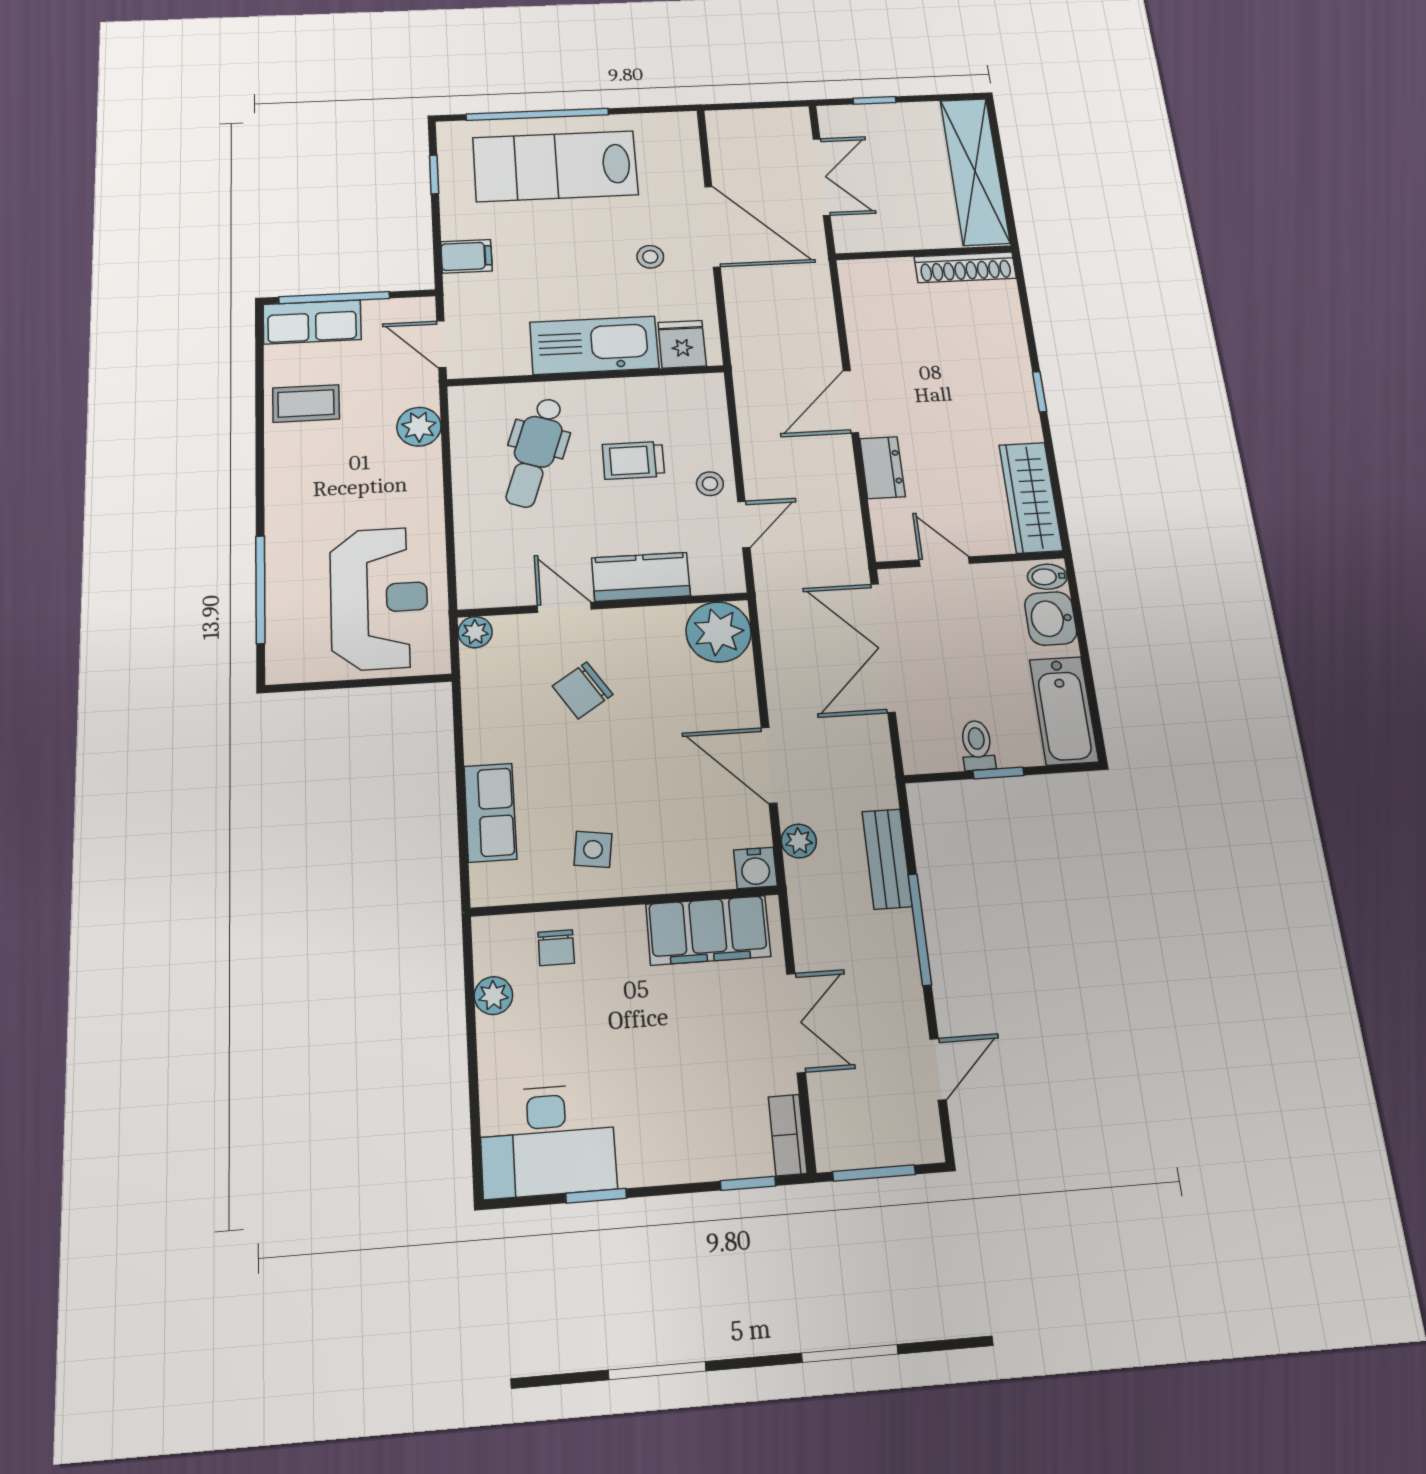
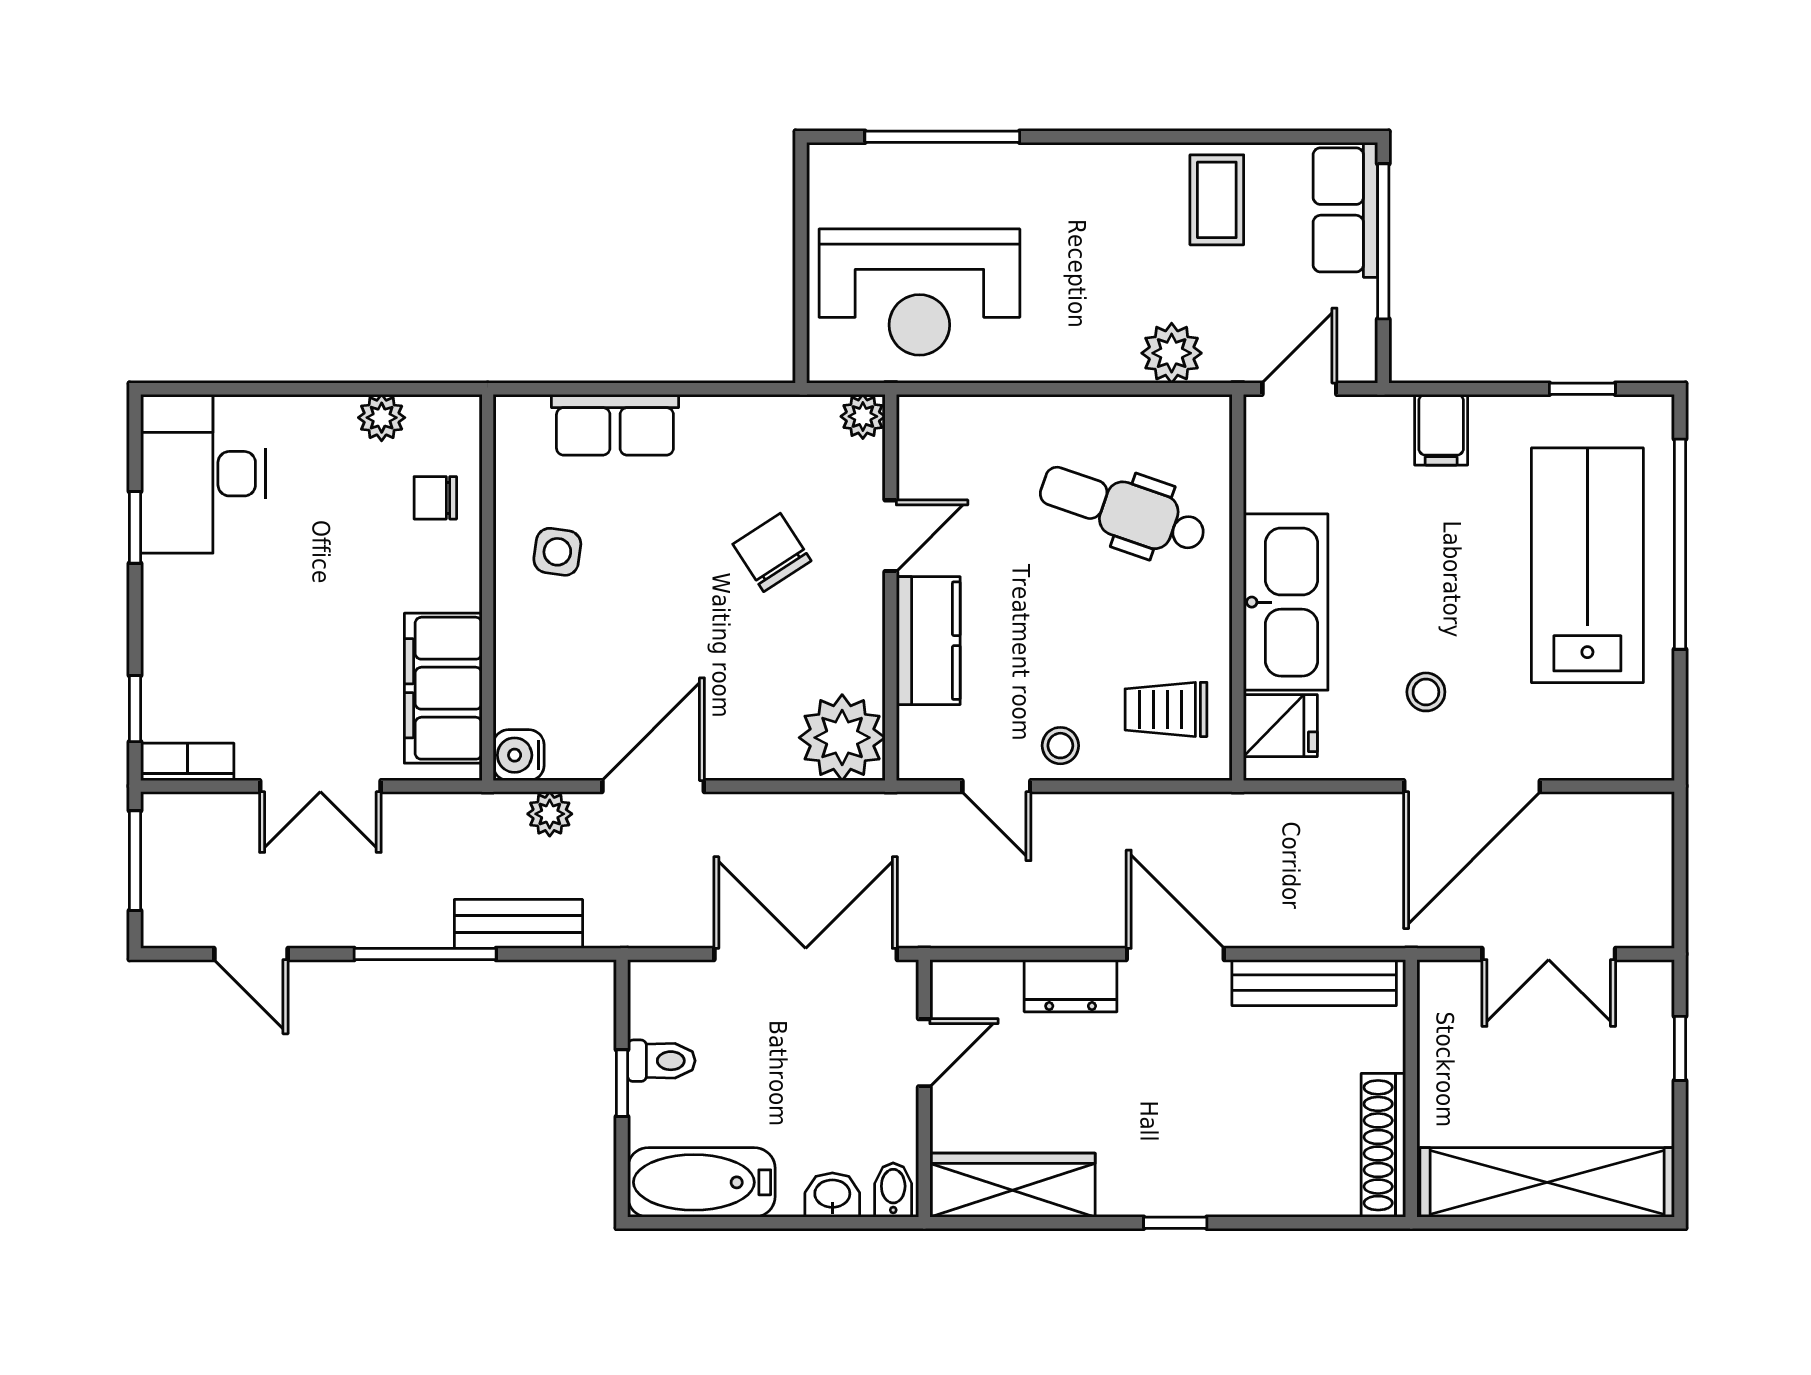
bench: (860, 314) -> (1314, 983), added
trolley: (633, 460) -> (1166, 709), moved, turned -90
washbasin: (1051, 618) -> (832, 1195), width x0.72, depth x0.69

